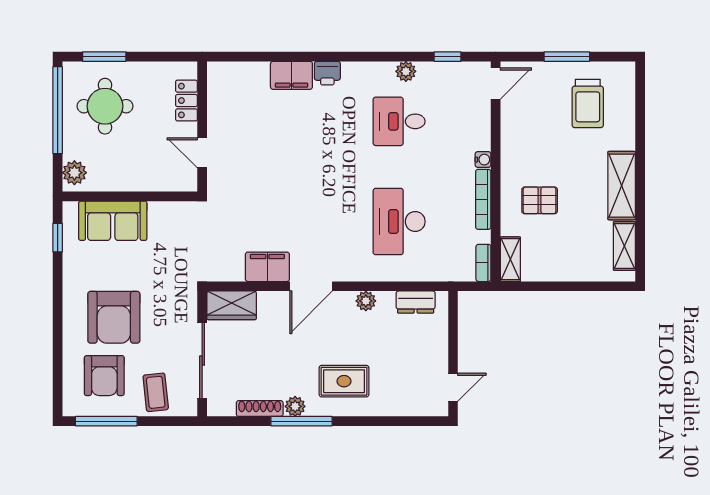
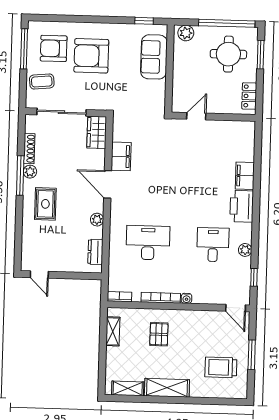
printer: (327, 73) -> (242, 206), width x1.87, depth x1.48
locker: (186, 101) -> (249, 96), moved, turned -90
shelving: (510, 259) -> (113, 331), moved, turned 90

